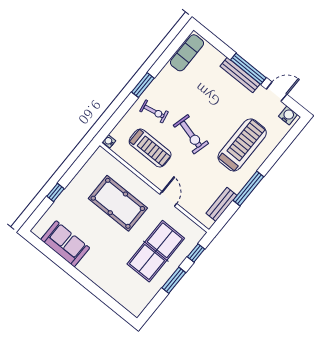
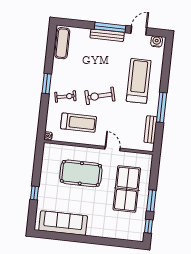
exercise bike: (191, 134) -> (100, 96), turned 151
sofa: (65, 244) -> (63, 223), width x1.36
window: (196, 253) -> (148, 226), moved

